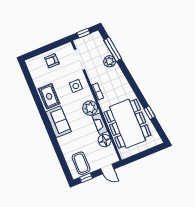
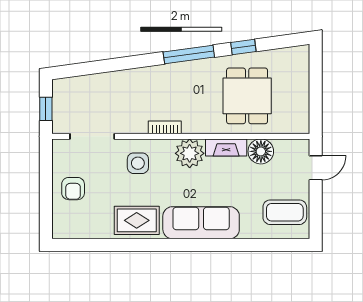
window: (113, 49) -> (189, 55), moved
plant: (110, 61) -> (118, 82), removed
sofa: (58, 122) -> (201, 223), width x1.36
dining table: (128, 124) -> (247, 96), width x0.53, depth x0.80
window: (86, 178) -> (316, 214), removed

